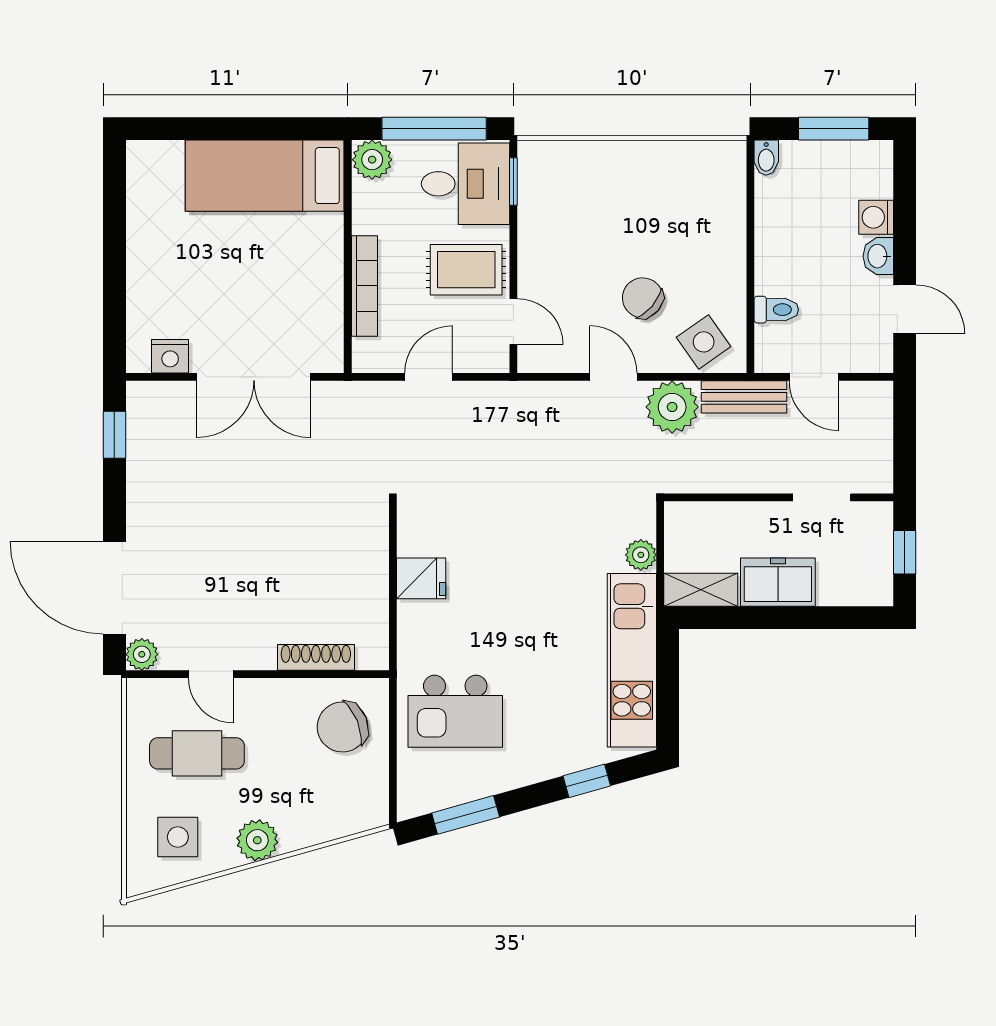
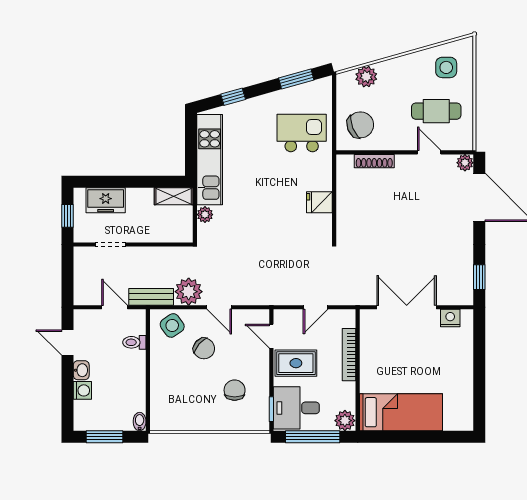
chair: (584, 218) -> (235, 390), added
freezer: (778, 582) -> (106, 200), moved
plant: (257, 840) -> (366, 77), moved

